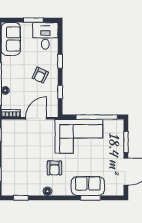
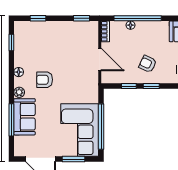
window: (60, 61) -> (151, 86), moved
corner sofa: (79, 136) -> (80, 130), moved
plant: (66, 191) -> (19, 92), added
window: (91, 198) -> (11, 120), width x1.44

